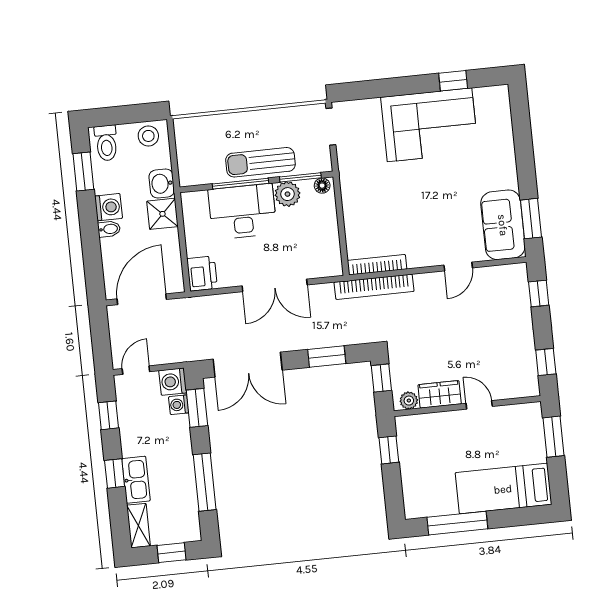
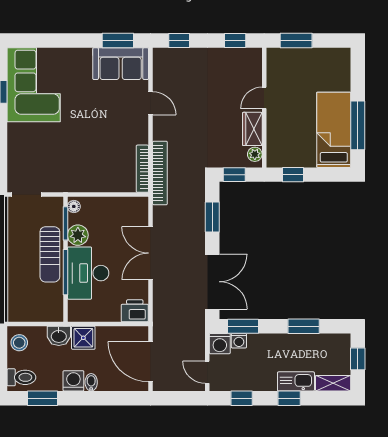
corner sofa: (430, 125) -> (34, 85), moved
double door: (275, 285) -> (151, 253), swing flipped
window: (205, 482) -> (304, 326), width x0.69
bed: (503, 489) -> (334, 130), moved, turned 180

